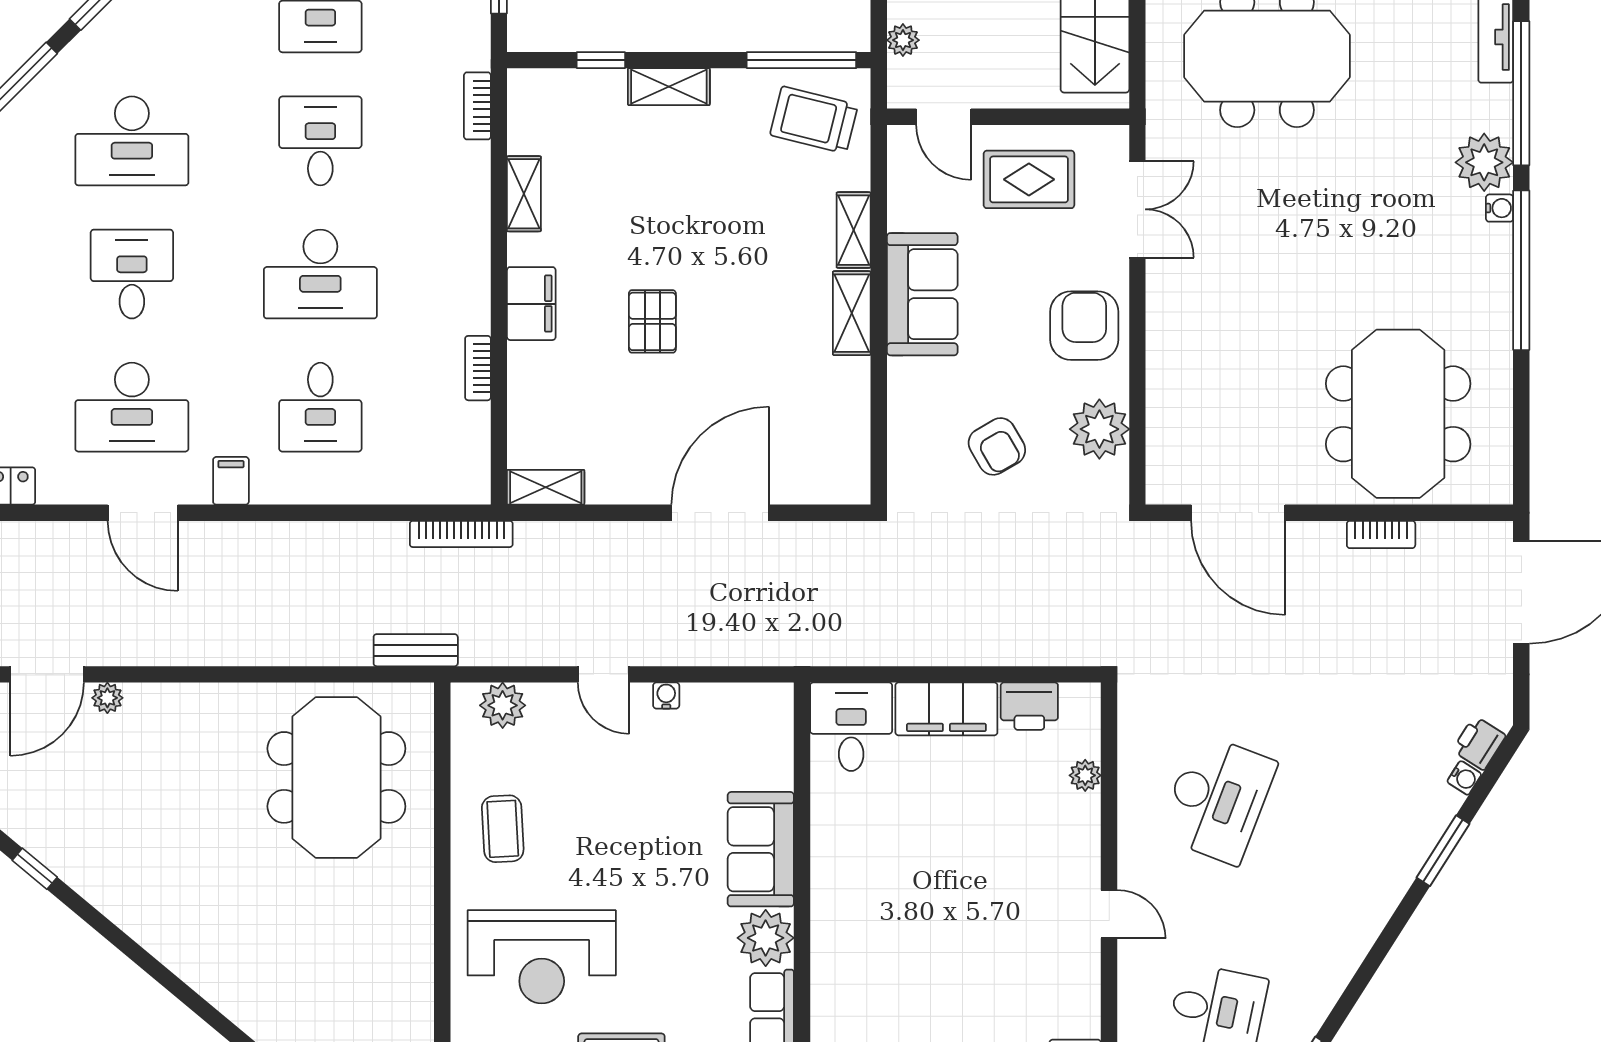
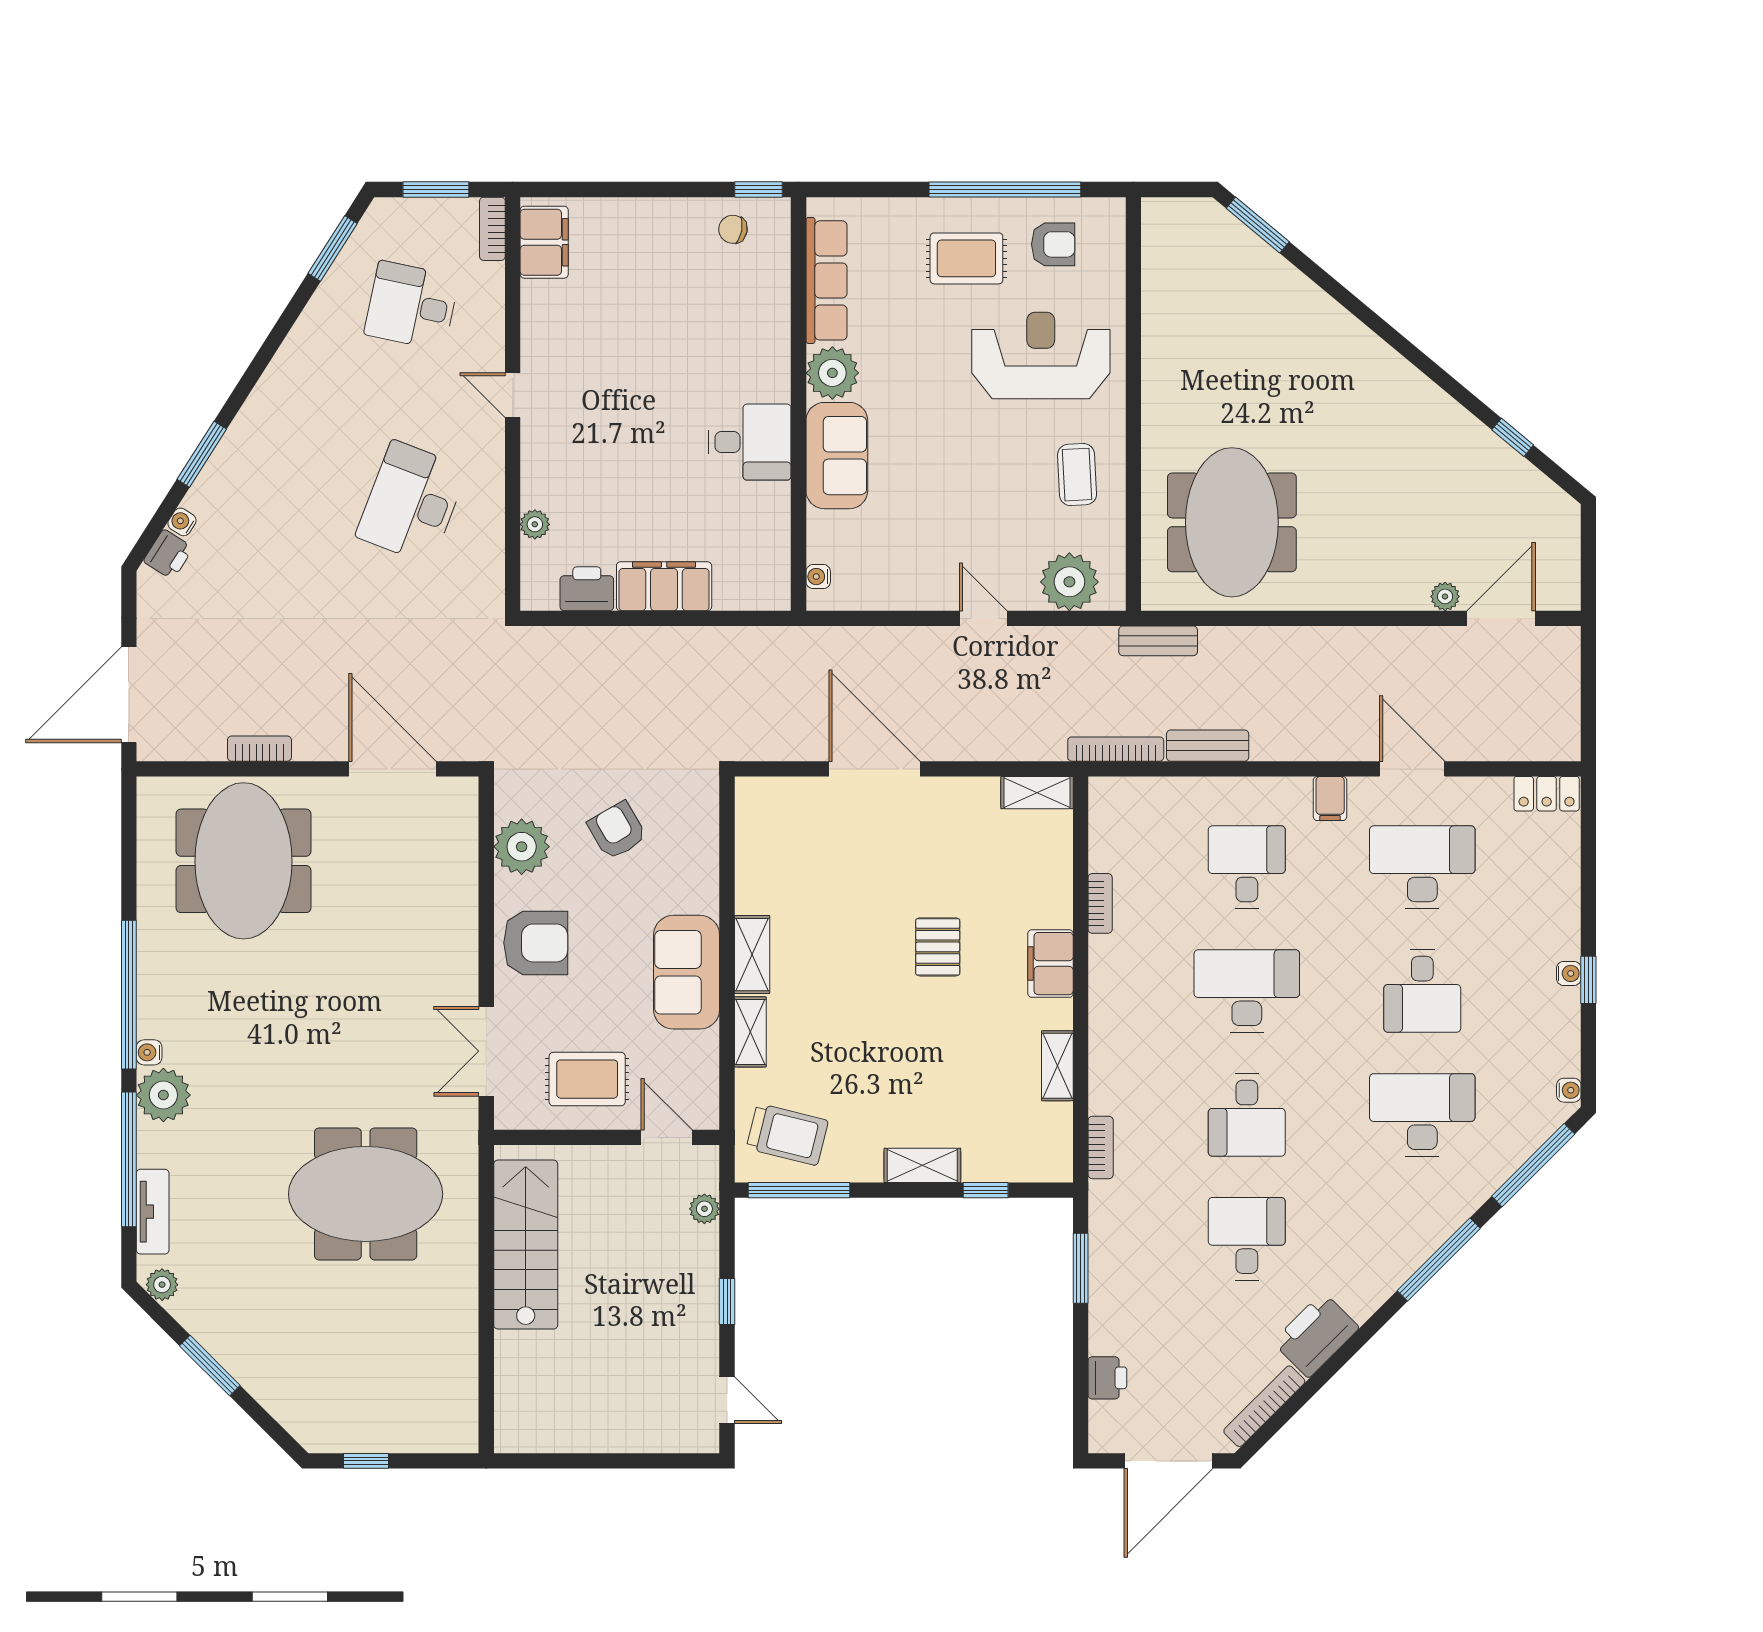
armchair: (1084, 326) -> (536, 943), turned -90
door: (720, 513) -> (874, 769), swing flipped
bench: (362, 538) -> (1208, 746), added
water cooler: (666, 695) -> (818, 577), moved, turned 90
plant: (503, 705) -> (1069, 582), width x1.36, depth x1.36
desk: (851, 727) -> (750, 442), moved, turned -90

